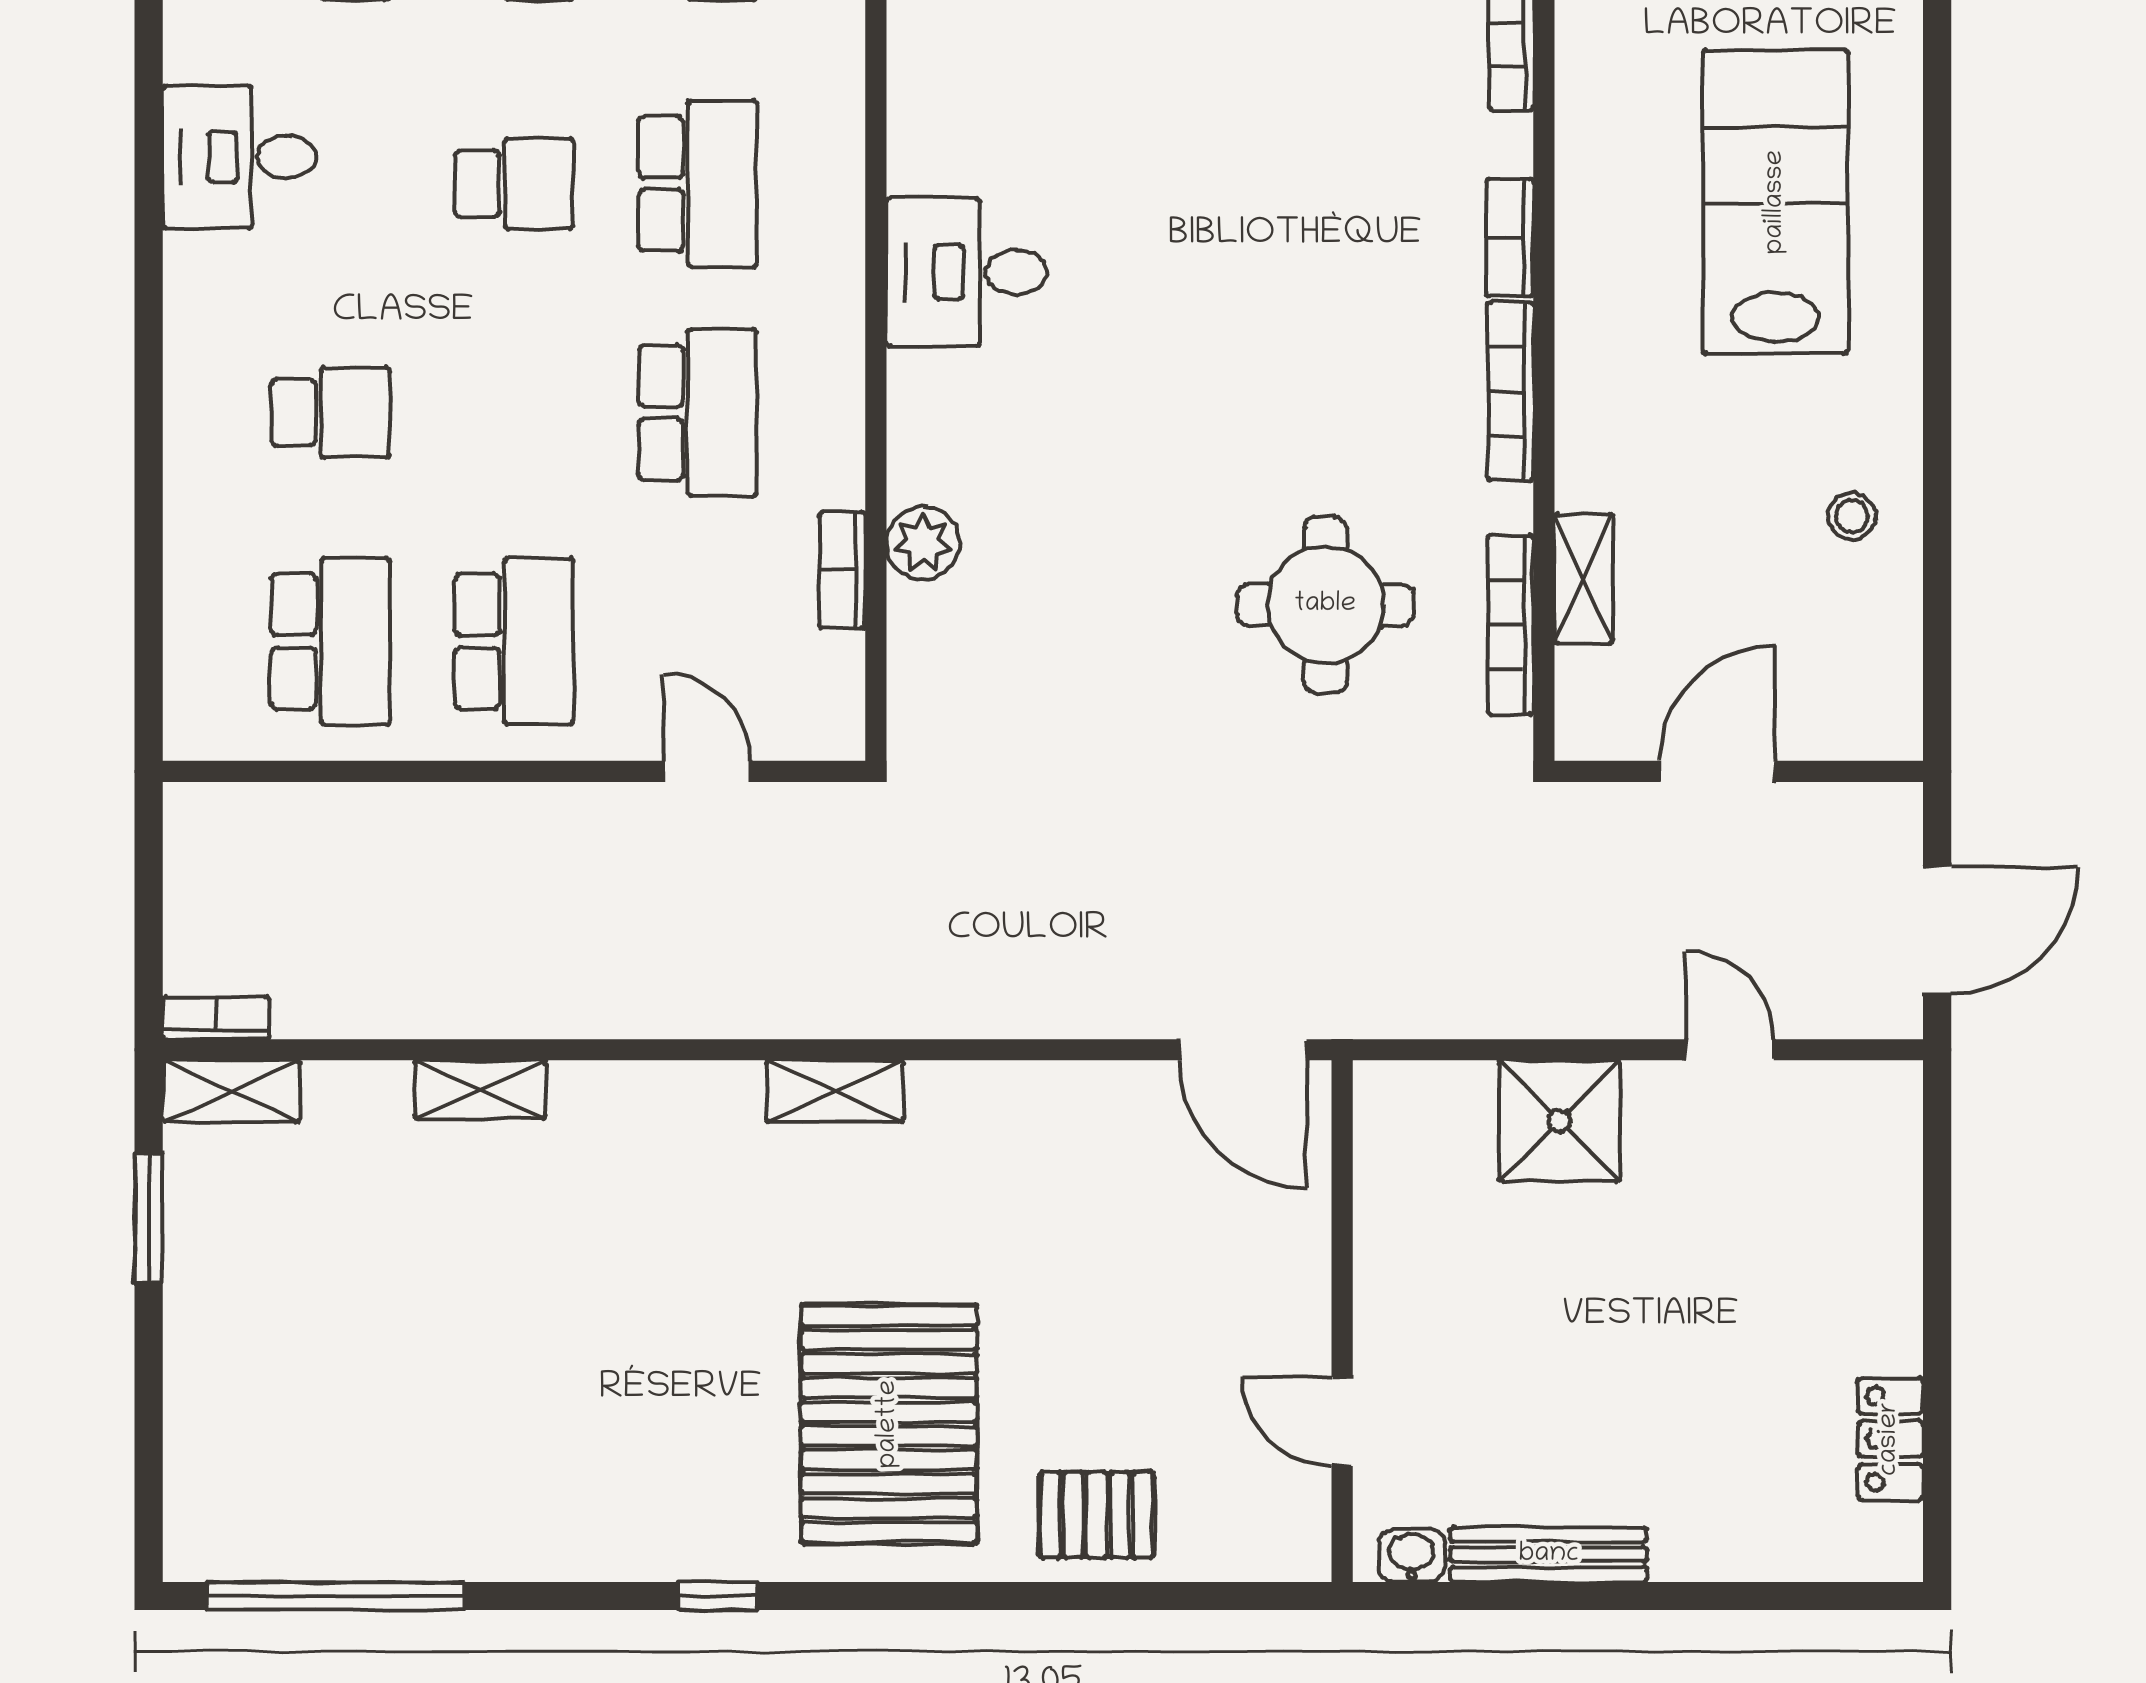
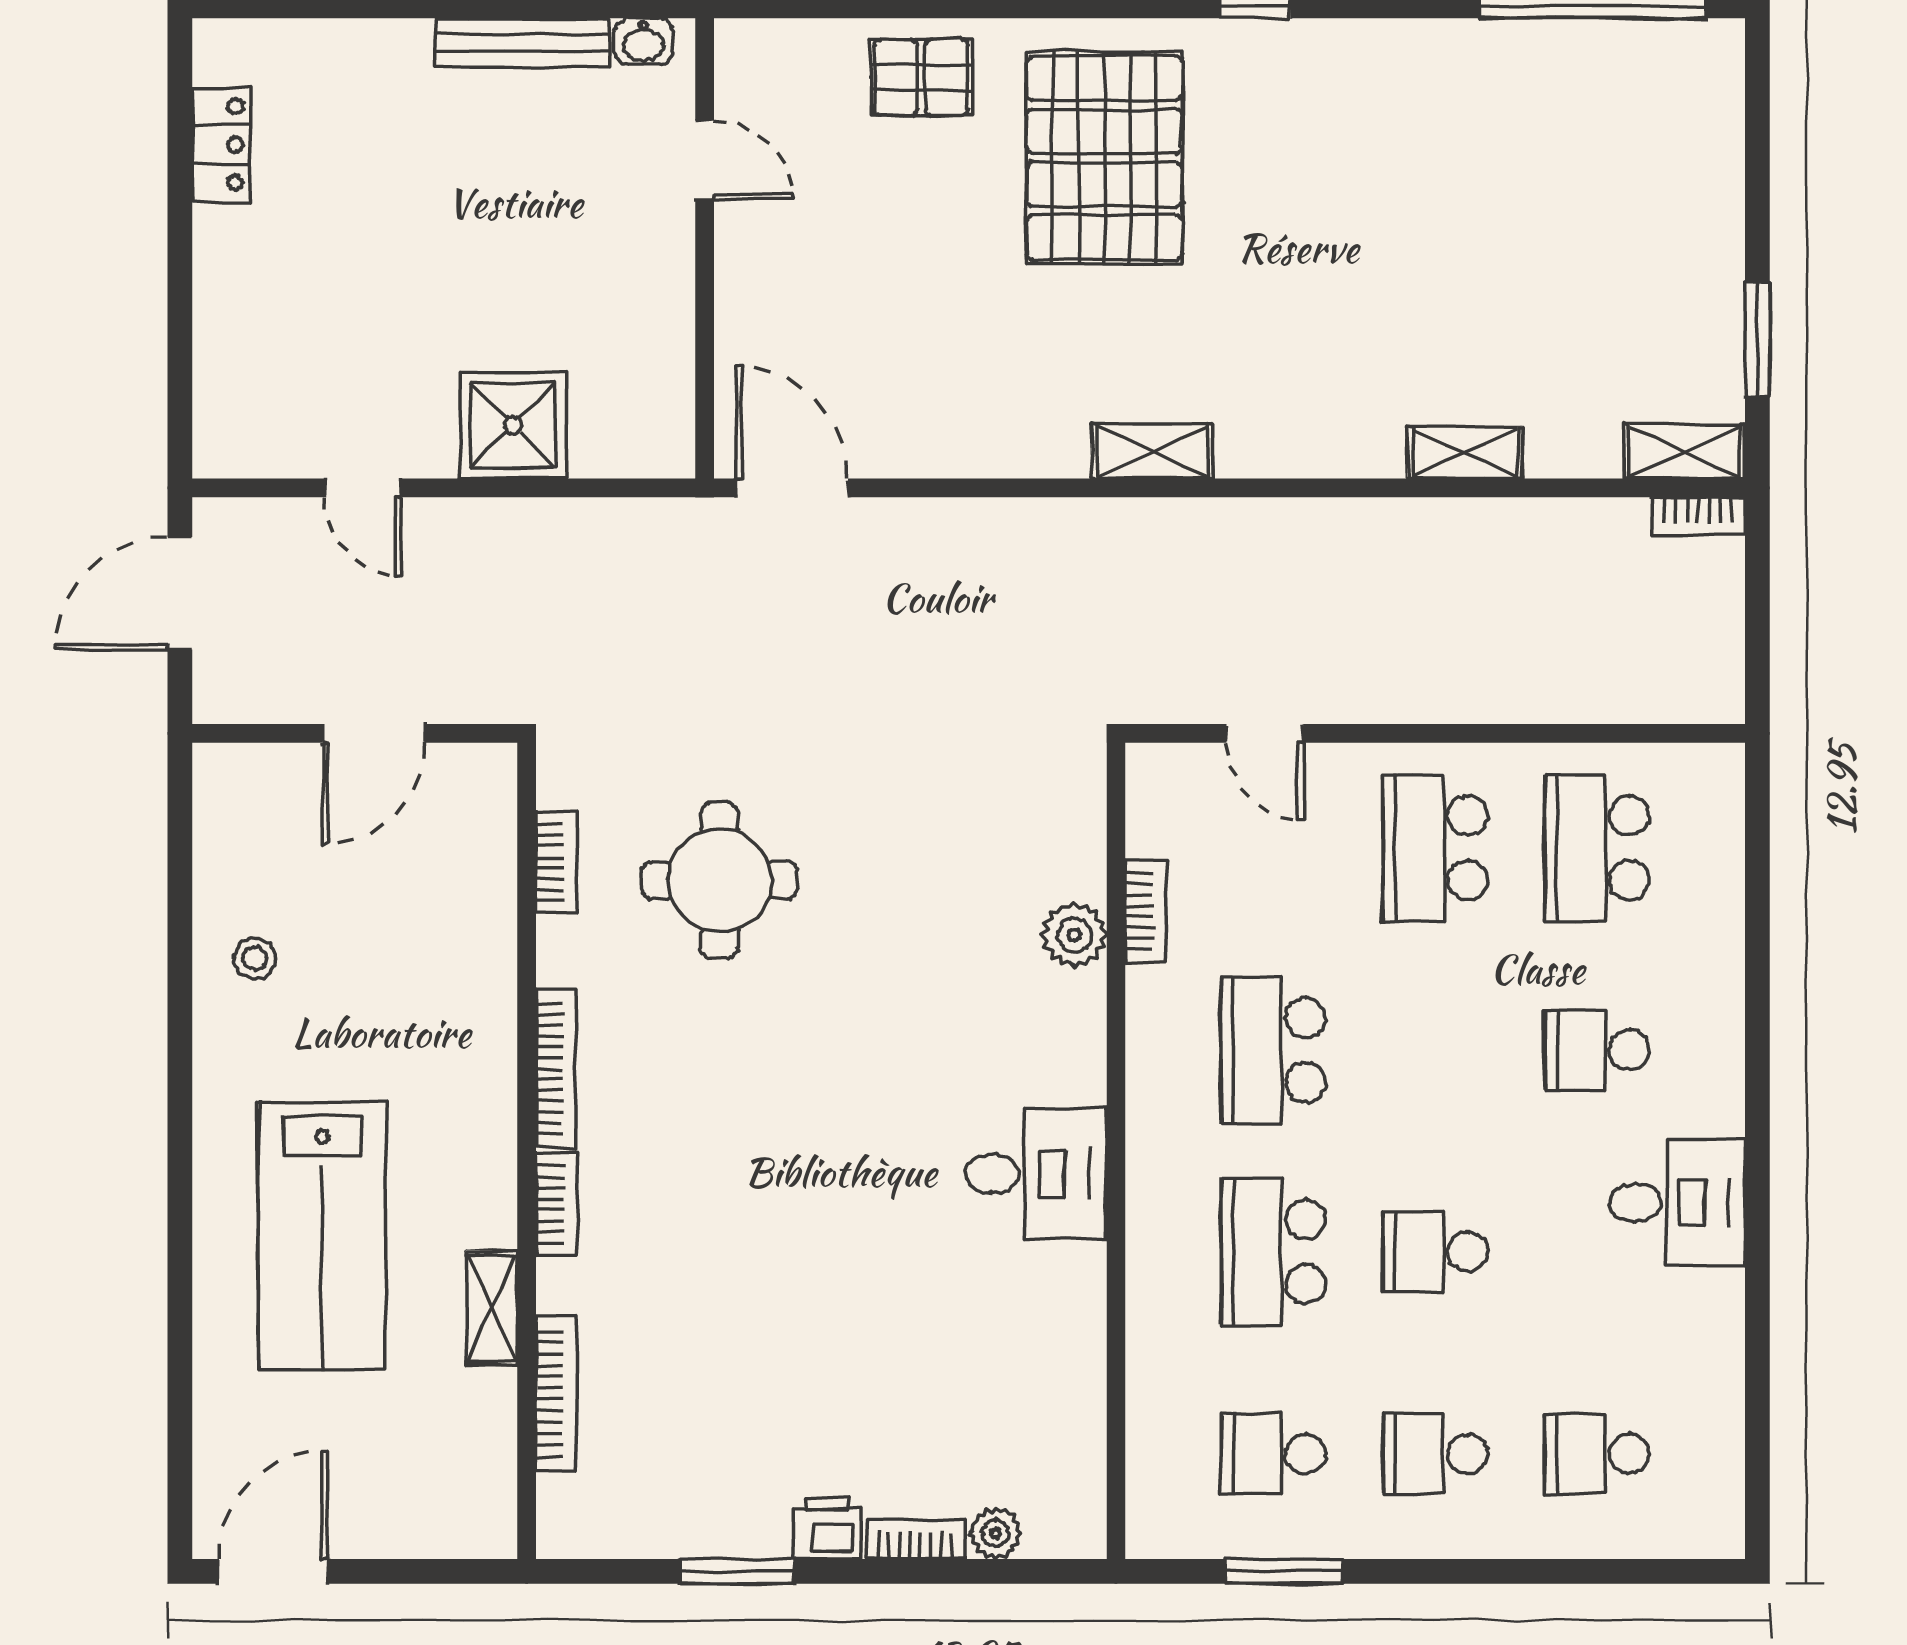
desk: (239, 157) -> (1677, 1203), moved
shelving: (1584, 579) -> (492, 1308), moved
bookcase: (1510, 625) -> (556, 862), width x0.64

